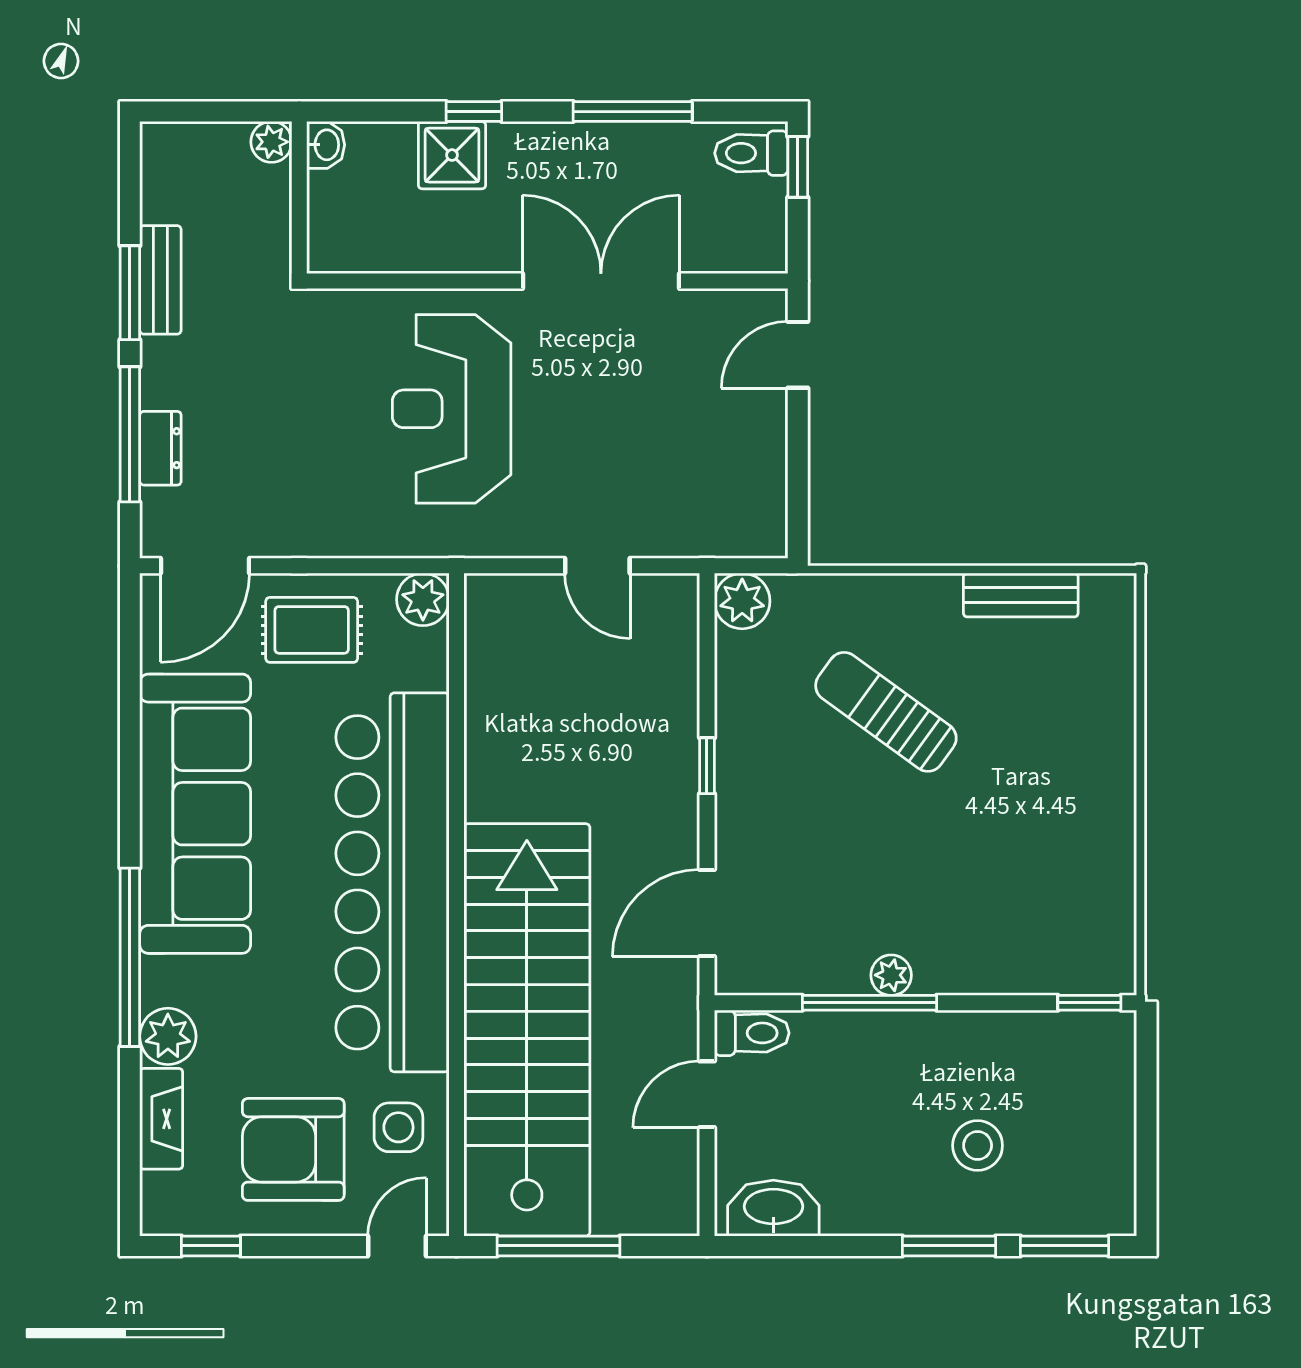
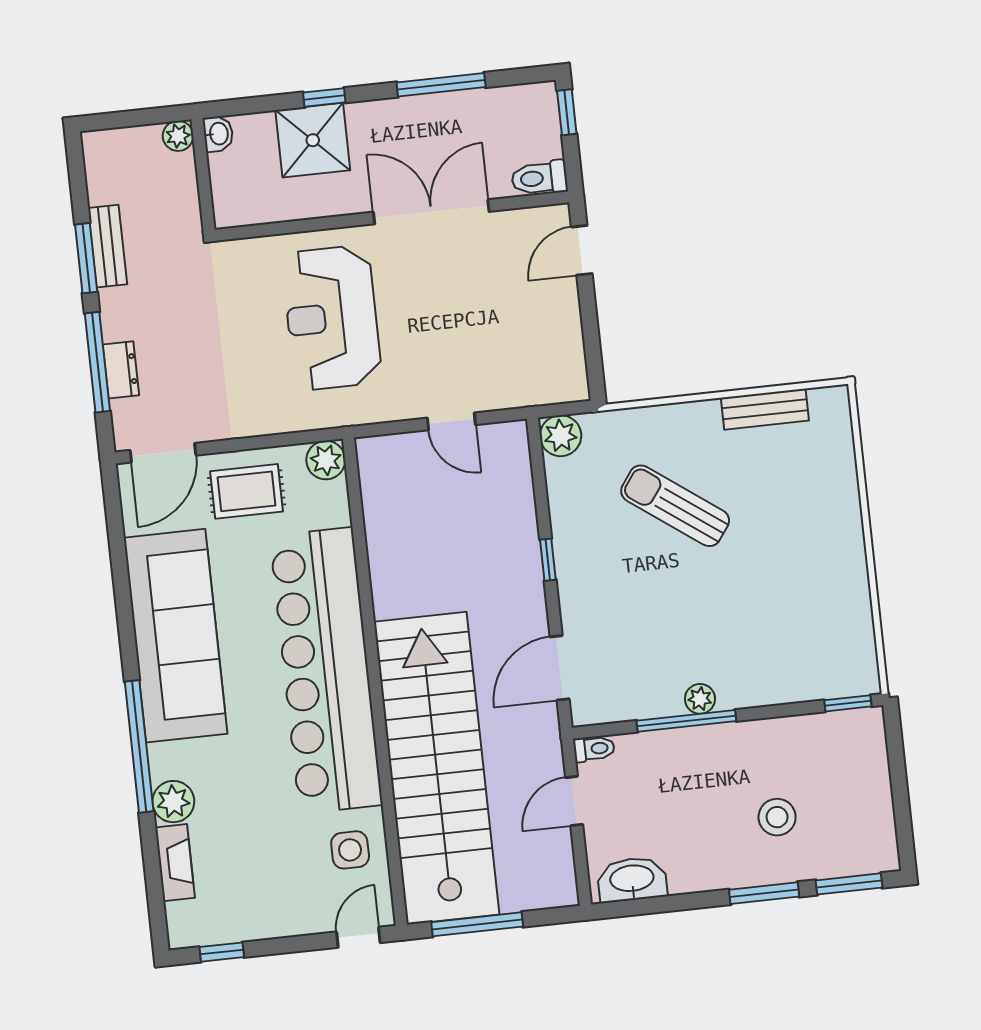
toilet: (751, 153) -> (539, 178), moved
shower: (452, 155) -> (313, 140), width x1.36, depth x1.36
toilet: (752, 1033) -> (594, 749), width x0.73, depth x0.72
armchair: (293, 1149) -> (274, 875), removed

